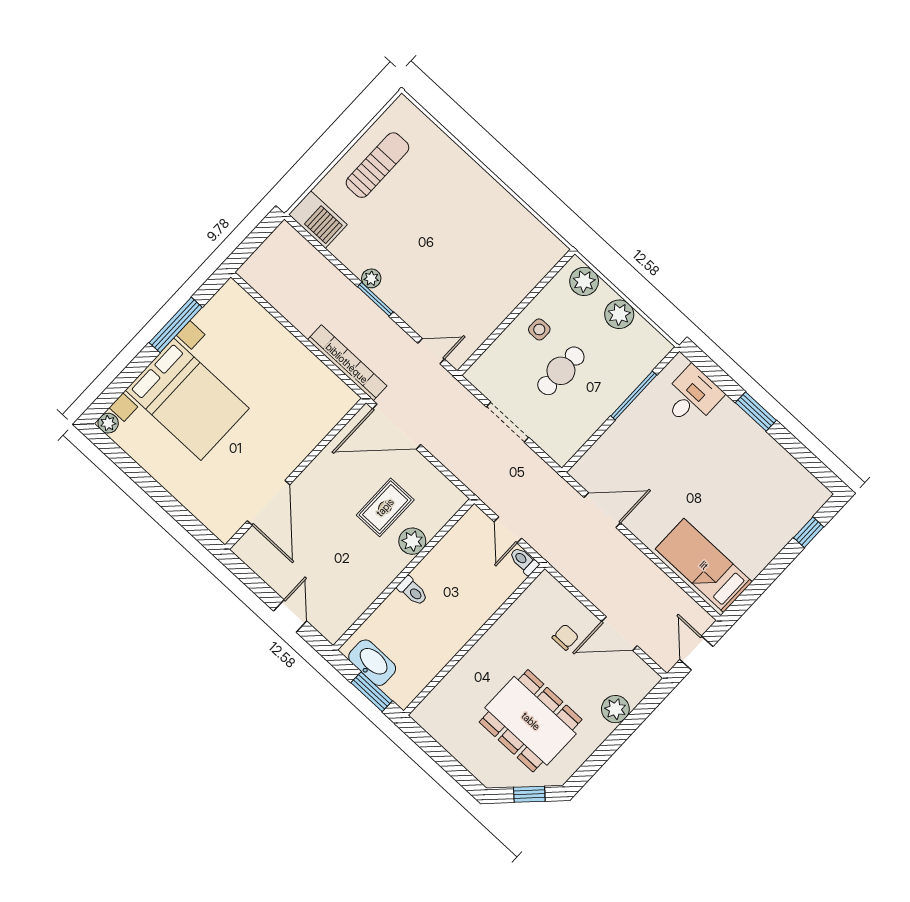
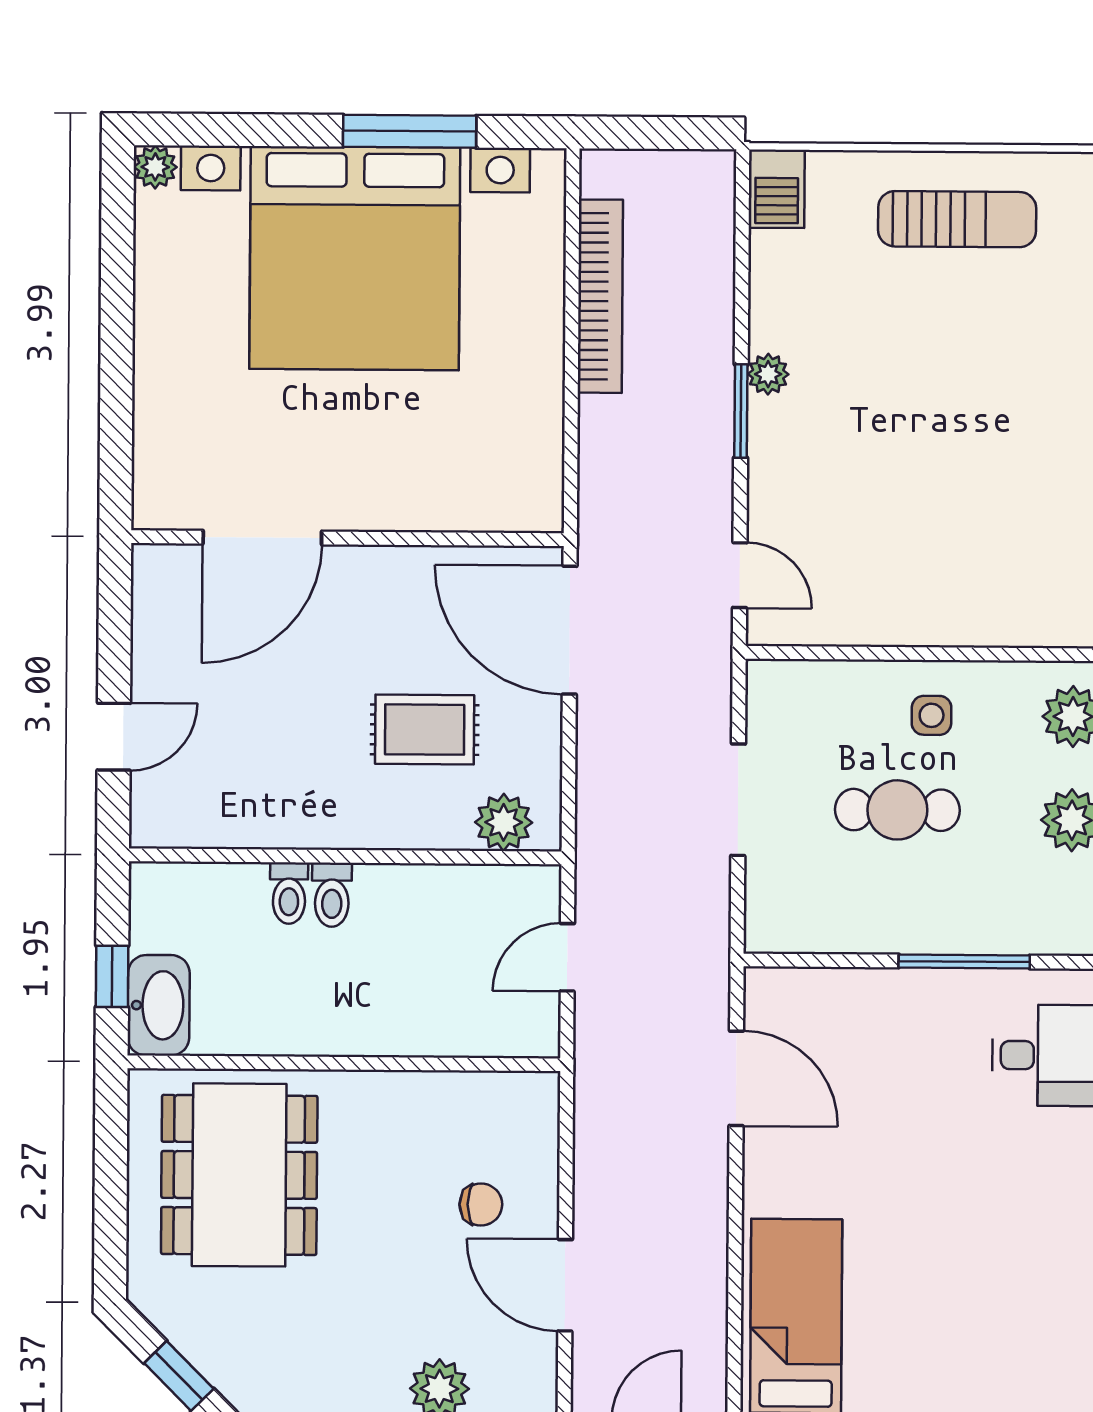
barbecue: (318, 220) -> (777, 189), width x0.73, depth x0.79
bookcase: (347, 363) -> (600, 296), moved
bed with nightstands: (187, 399) -> (355, 258), width x1.36
plant: (412, 541) -> (504, 822), moved
toilet: (524, 561) -> (289, 893), moved, turned 180
washbasin: (372, 663) -> (159, 1005), moved
window: (372, 692) -> (112, 976), width x0.67
dining table: (531, 721) -> (239, 1175), moved

